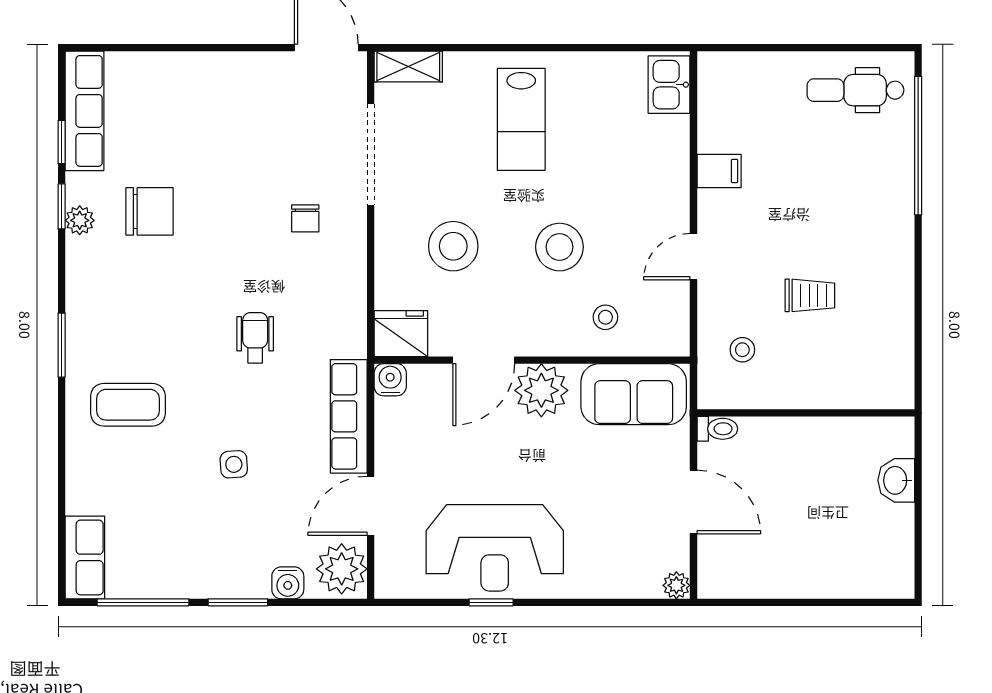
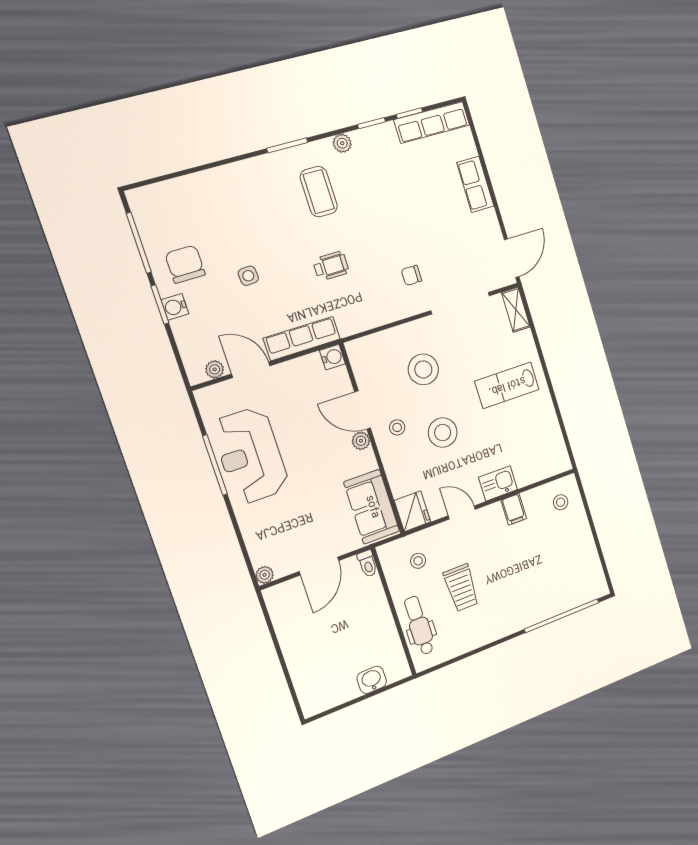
kitchen sink: (669, 85) -> (498, 483), moved
stool: (736, 89) -> (561, 502), added
dental chair: (855, 90) -> (419, 626), moved
chair: (150, 211) -> (185, 264), moved, turned 180
plant: (80, 220) -> (342, 143), moved
trolley: (810, 295) -> (461, 588), width x1.36, depth x1.39
stool: (605, 317) -> (397, 427), moved
fridge: (401, 334) -> (413, 511), moved
plant: (541, 390) -> (361, 441), width x0.53, depth x0.53
coffee table: (128, 405) -> (319, 192), moved
row of seats: (85, 557) -> (475, 184), moved, turned 90
plant: (342, 569) -> (215, 369), width x0.53, depth x0.53
water cooler: (288, 583) -> (175, 307), moved
window: (491, 602) -> (215, 465), width x2.17

